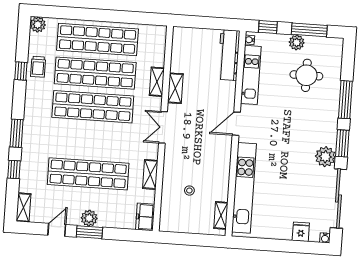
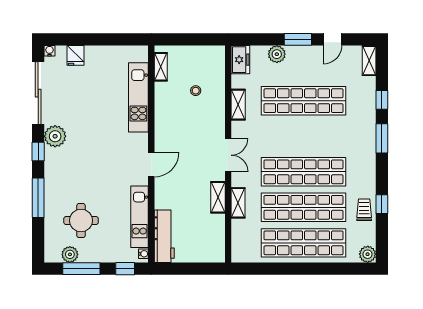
plant: (297, 42) -> (70, 254), moved
window: (342, 143) -> (38, 152), width x0.67
kitchen unit: (244, 188) -> (138, 97), width x0.73
plant: (89, 218) -> (277, 54), moved

